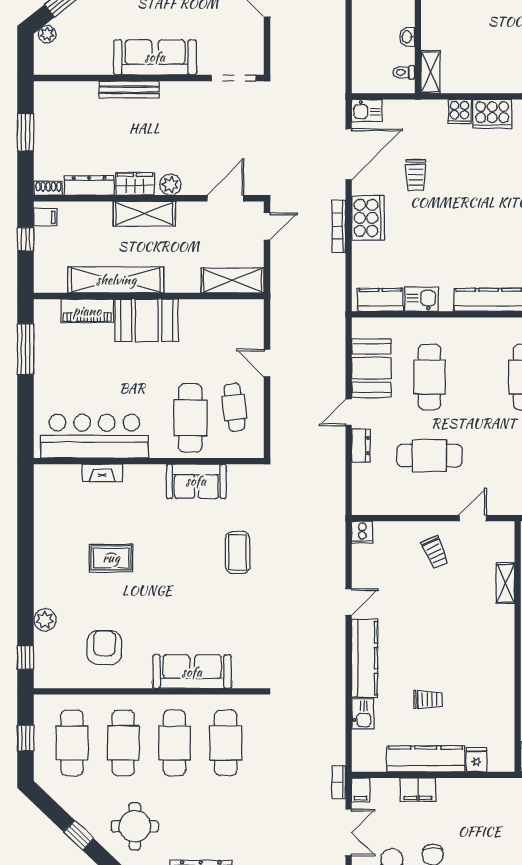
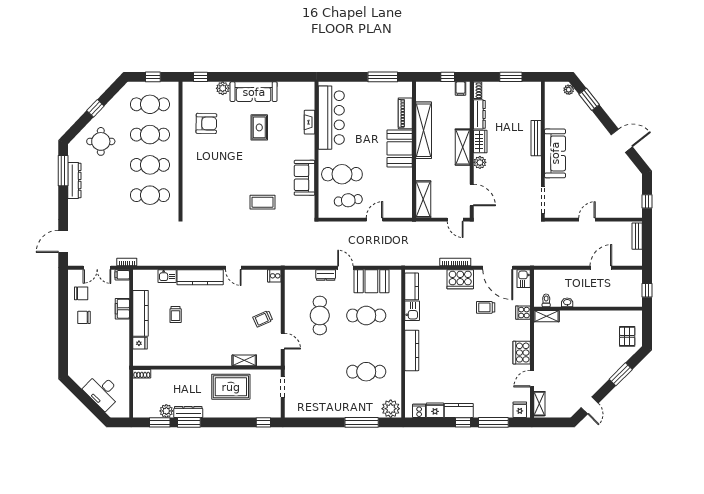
cooker: (459, 112) -> (523, 313), moved
sofa: (192, 672) -> (254, 92), moved, turned 90

